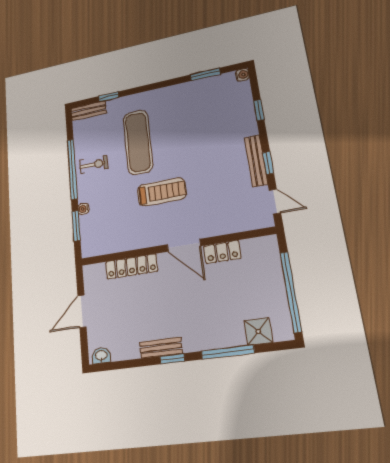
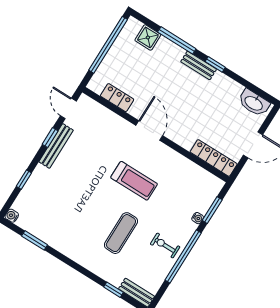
exercise mat: (138, 142) -> (121, 233), width x0.73, depth x0.69
treadmill: (162, 192) -> (134, 181), turned 180
locker: (222, 252) -> (117, 98), moved
locker: (132, 266) -> (214, 158), moved
bench: (161, 348) -> (199, 65), moved
washbasin: (101, 356) -> (254, 103), width x1.91, depth x1.45

